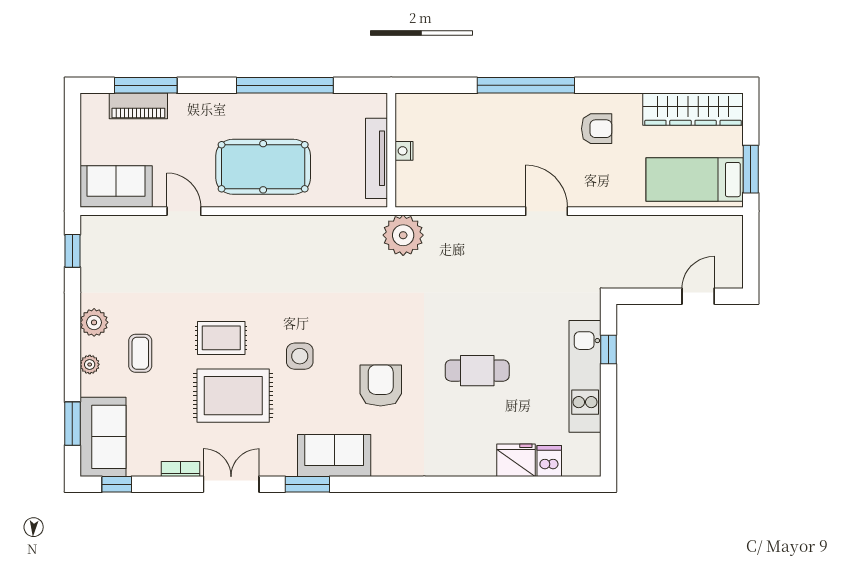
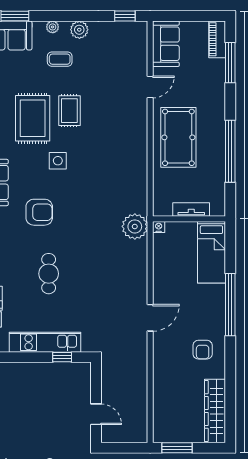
piano: (138, 106) -> (217, 39), moved
nightstand: (404, 151) -> (159, 227), moved
tv unit: (376, 158) -> (191, 210), width x0.71
bed: (695, 180) -> (211, 252), moved, turned 180

